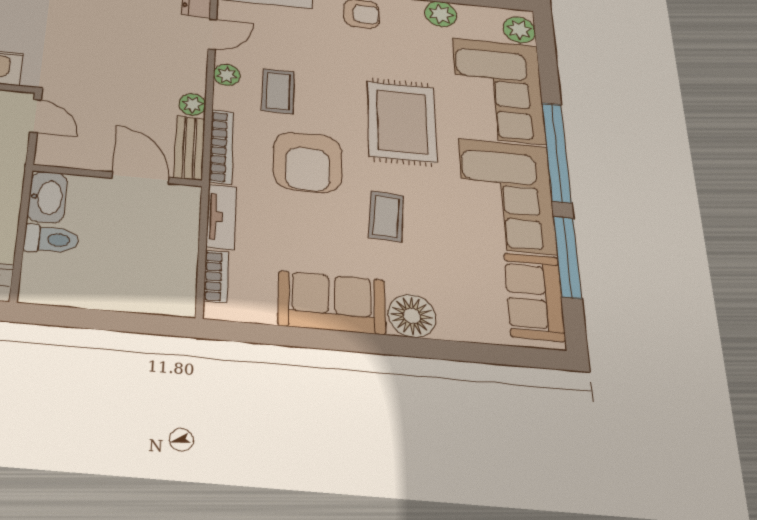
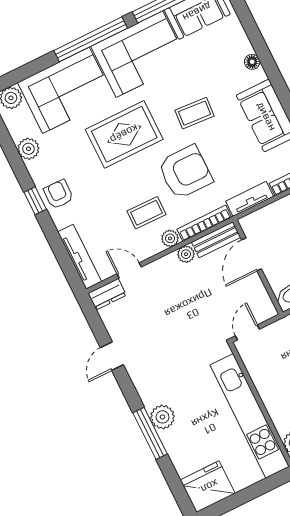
plant: (227, 75) -> (170, 238), moved
floor lamp: (412, 316) -> (252, 62), width x0.53, depth x0.53

